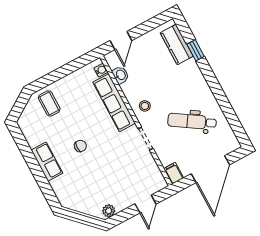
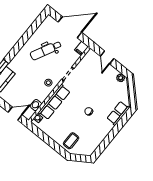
dental chair: (192, 121) -> (46, 50), turned 84
row of seats: (47, 162) -> (118, 113), moved
door: (146, 204) -> (107, 57), swing flipped

